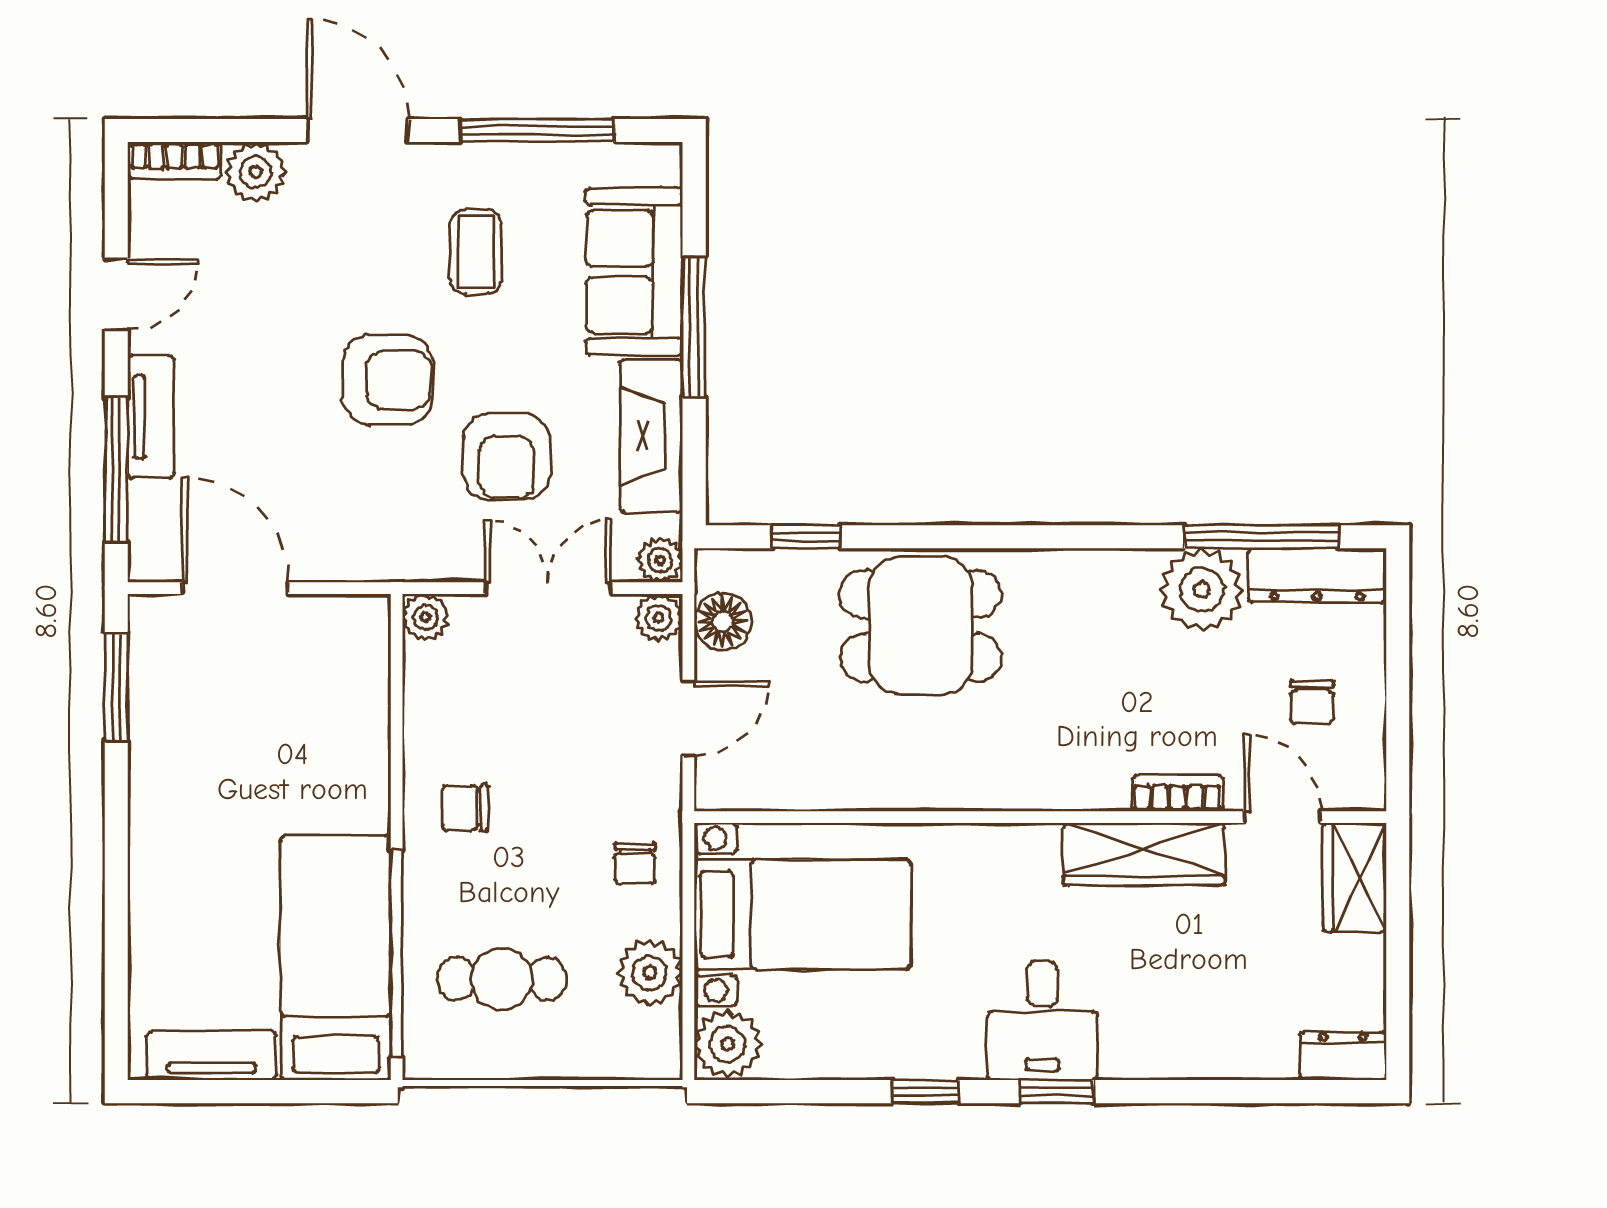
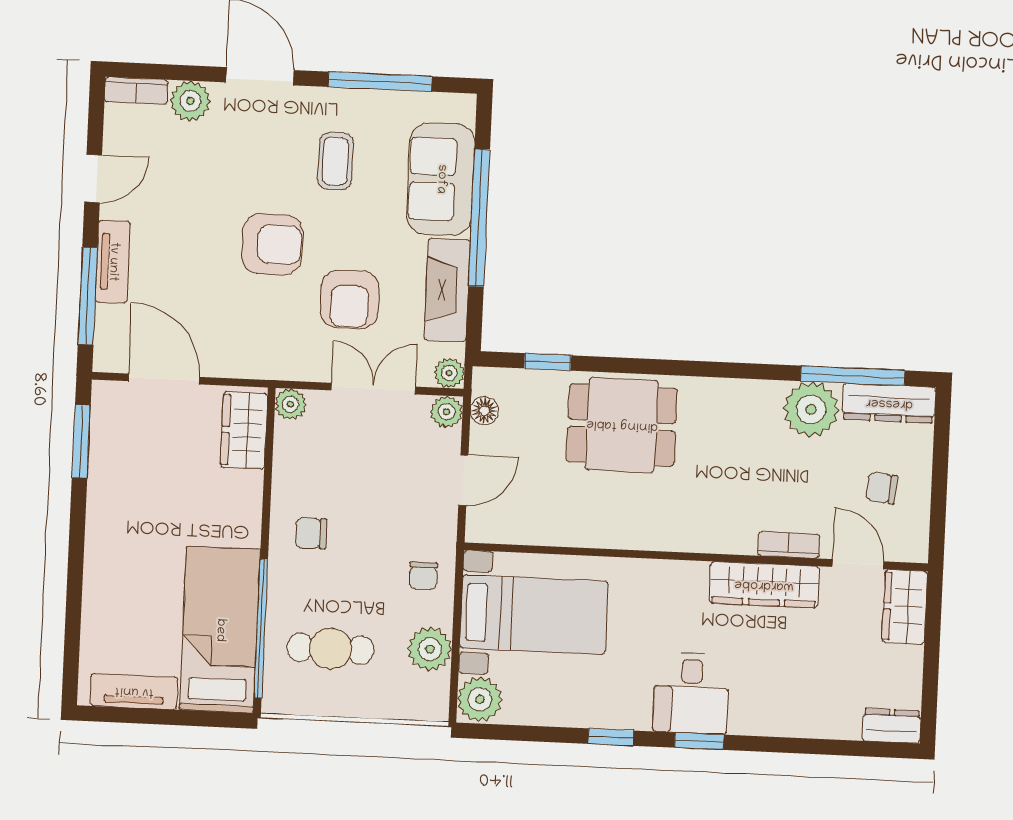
window: (694, 327) -> (479, 218), width x1.46
floor lamp: (723, 622) -> (484, 411), width x0.73, depth x0.73
wardrobe: (358, 659) -> (244, 430), added
chair: (1312, 702) -> (882, 488), turned 96

